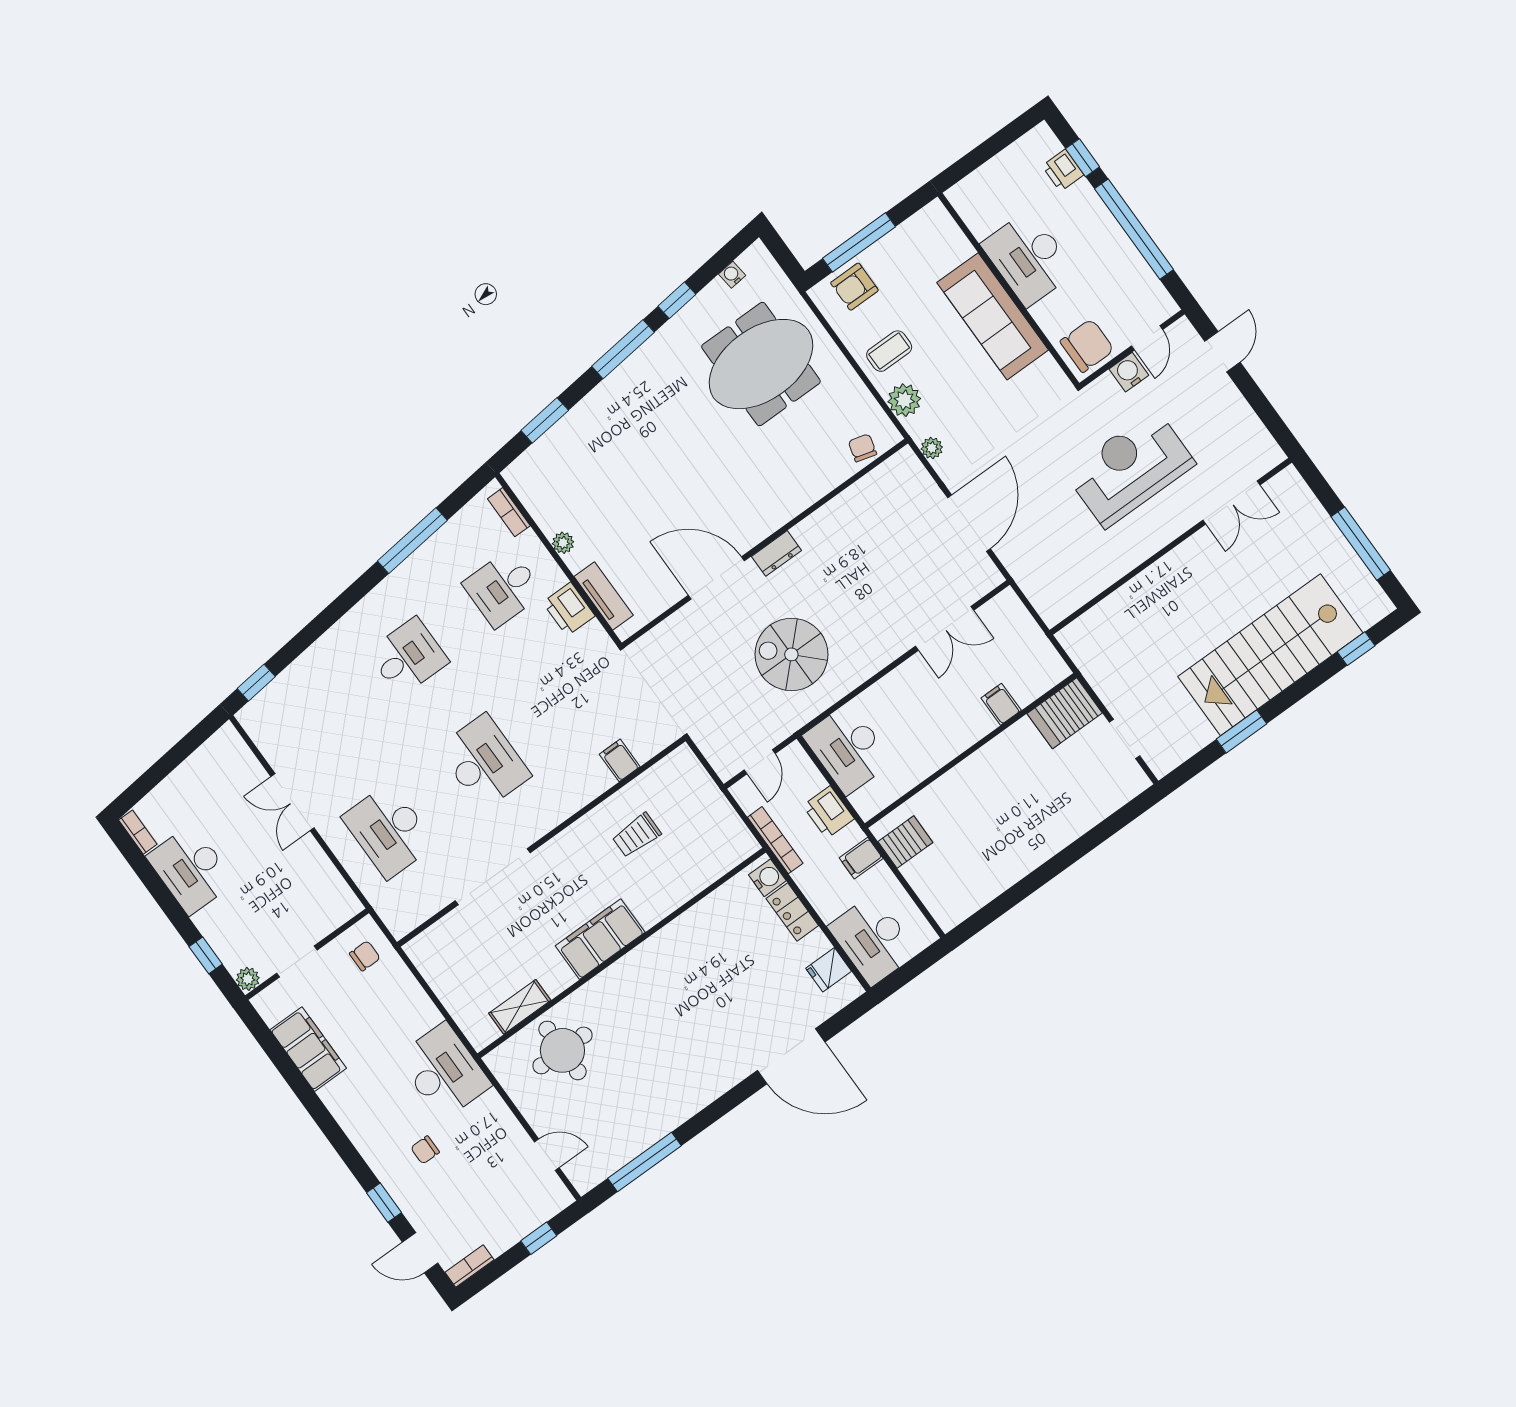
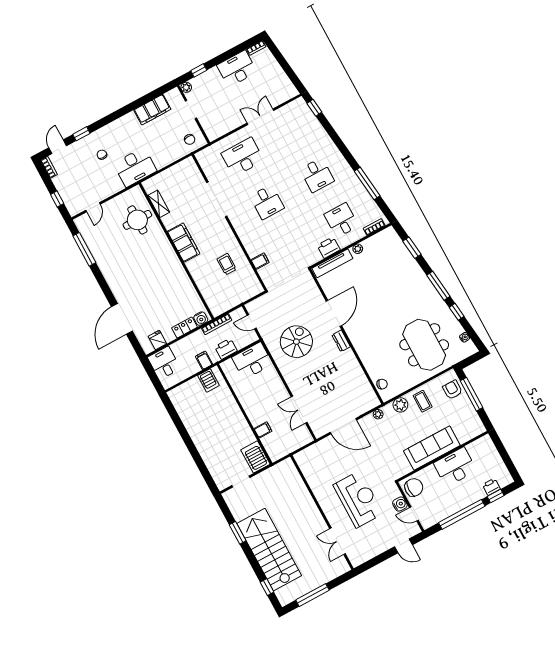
chair: (1087, 346) -> (414, 487), turned -90
tv unit: (604, 596) -> (332, 263), width x1.41
desk: (484, 762) -> (267, 202), width x0.73
desk: (873, 940) -> (164, 363), width x0.73

